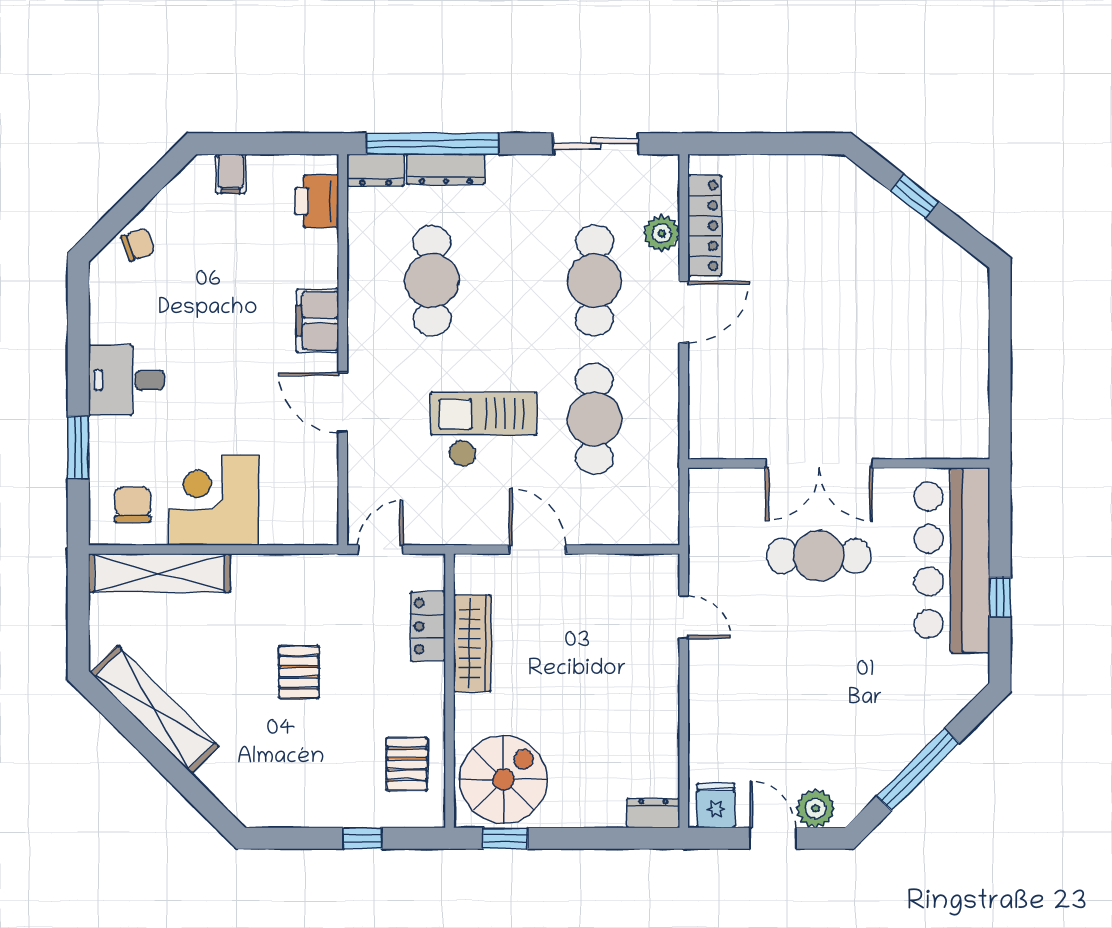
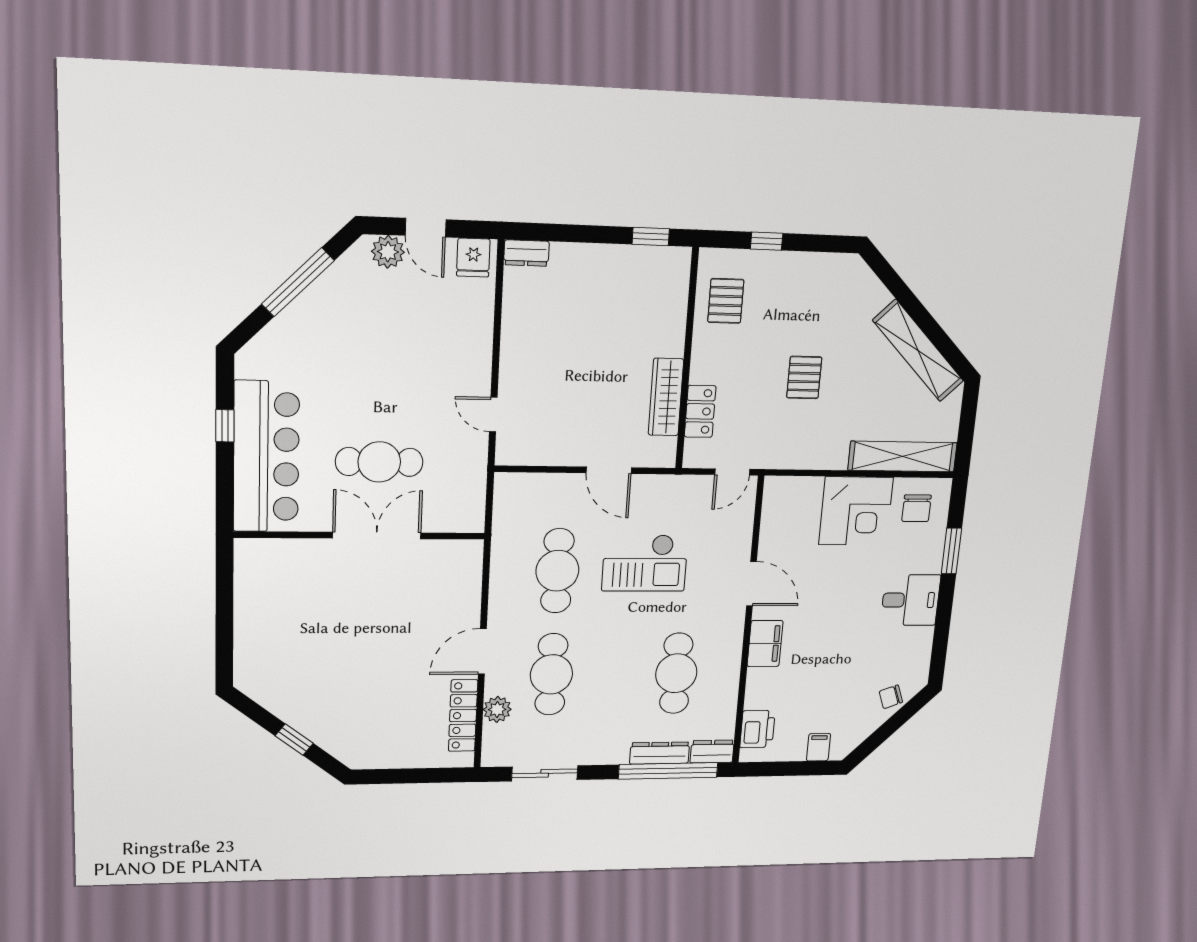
spiral stairs: (504, 780) -> (649, 286), removed

